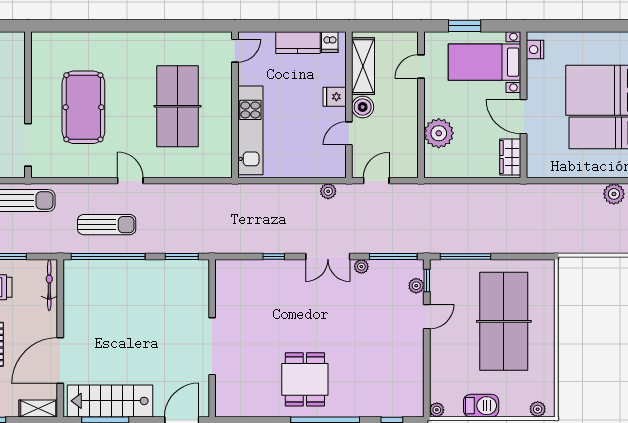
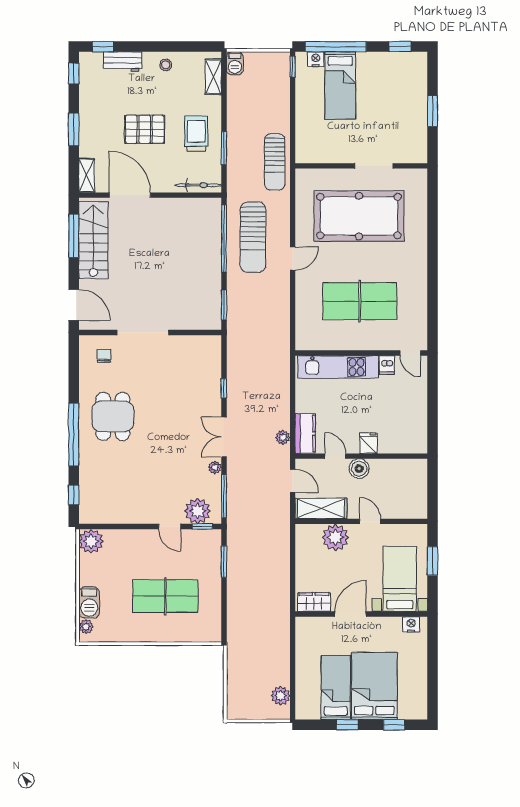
dishwasher: (330, 42) -> (387, 365), moved, turned -90
kitchen counter: (298, 43) -> (305, 433), moved, turned 180
shelving: (363, 66) -> (321, 508), moved
door: (421, 66) -> (370, 521), moved
pool table: (83, 107) -> (359, 216), width x1.36, depth x1.32
doorway: (28, 145) -> (374, 166), moved
sun lounger: (107, 225) -> (253, 237), width x1.36, depth x1.34
window: (466, 257) -> (224, 562), width x0.69
plant: (416, 286) -> (198, 511), width x1.88, depth x1.88
table tennis table: (504, 321) -> (165, 596), width x0.73, depth x0.76
dining table: (305, 379) -> (113, 416), turned 90
chair: (238, 389) -> (104, 356), added
barbecue: (481, 406) -> (89, 603), moved
plant: (437, 410) -> (91, 541), width x1.88, depth x1.88

